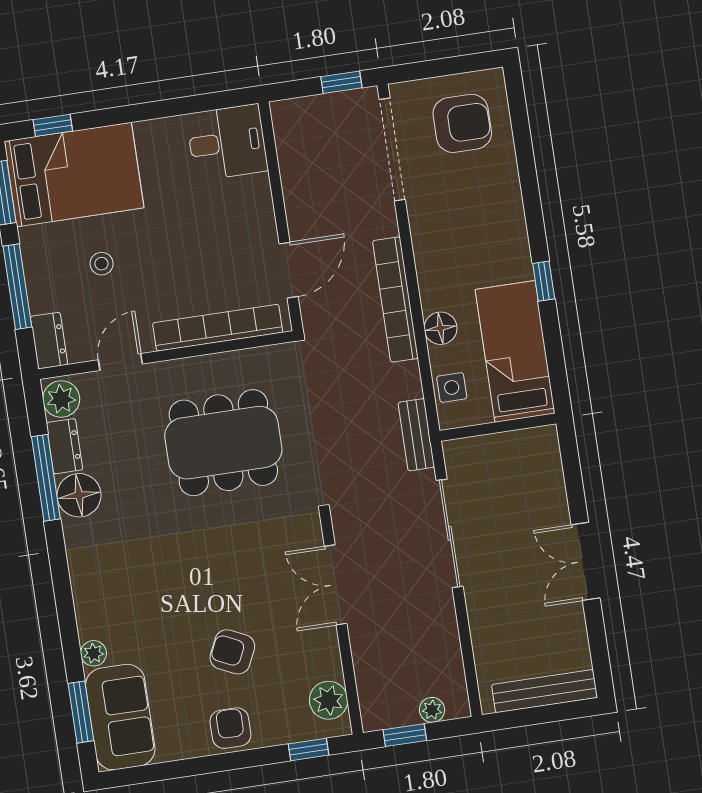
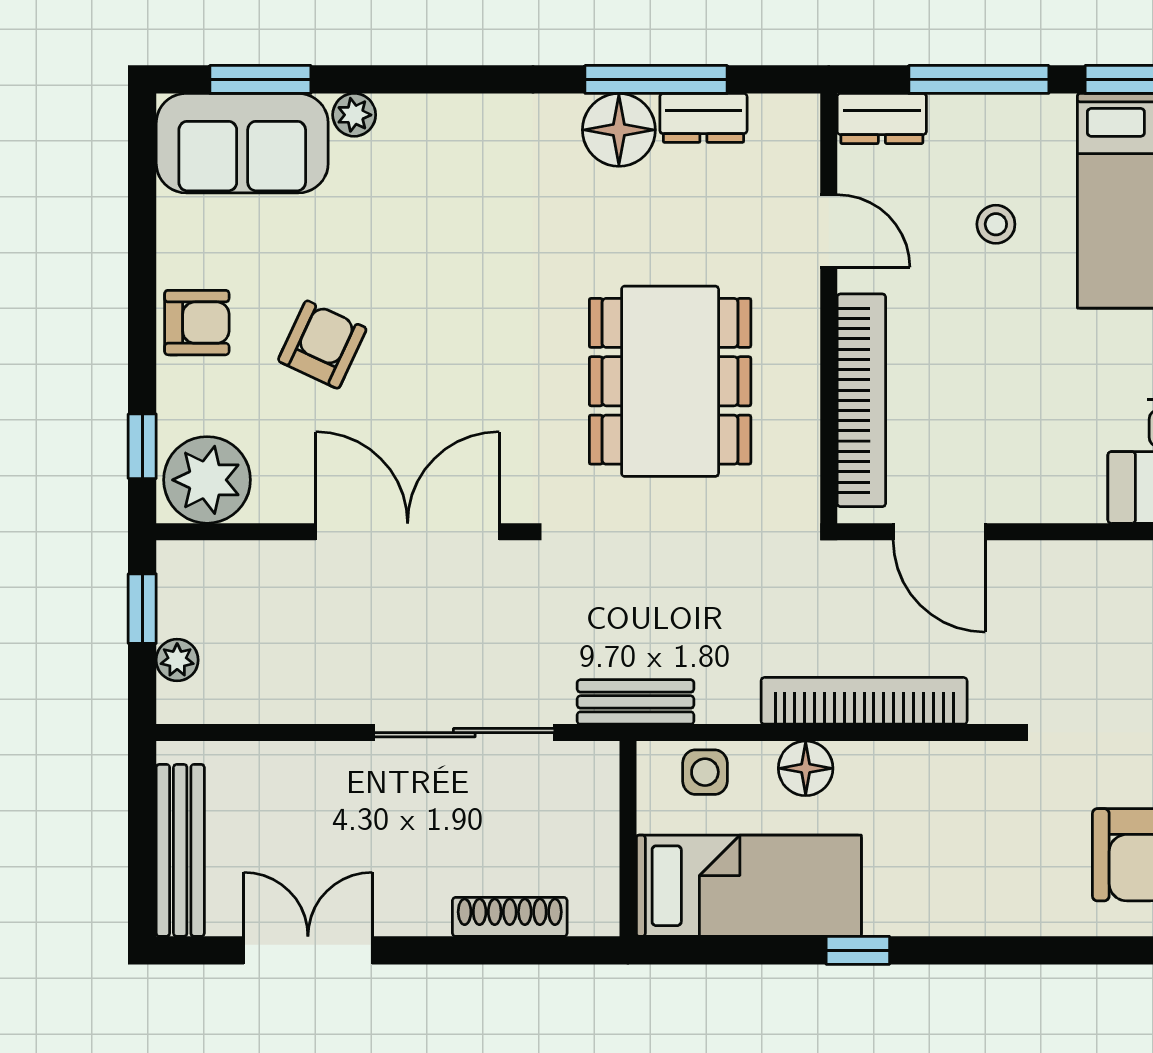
plant: (61, 399) -> (782, 124), removed
shoe rack: (555, 490) -> (510, 917), added
double door: (586, 561) -> (308, 950), moved
double door: (336, 585) -> (408, 532), width x1.37
plant: (329, 700) -> (207, 480), width x1.36, depth x1.36

